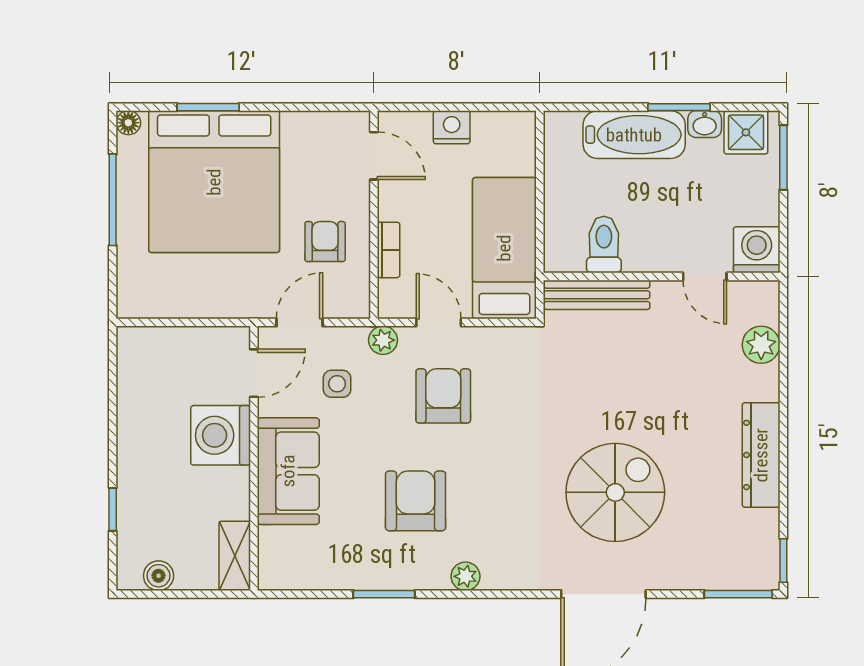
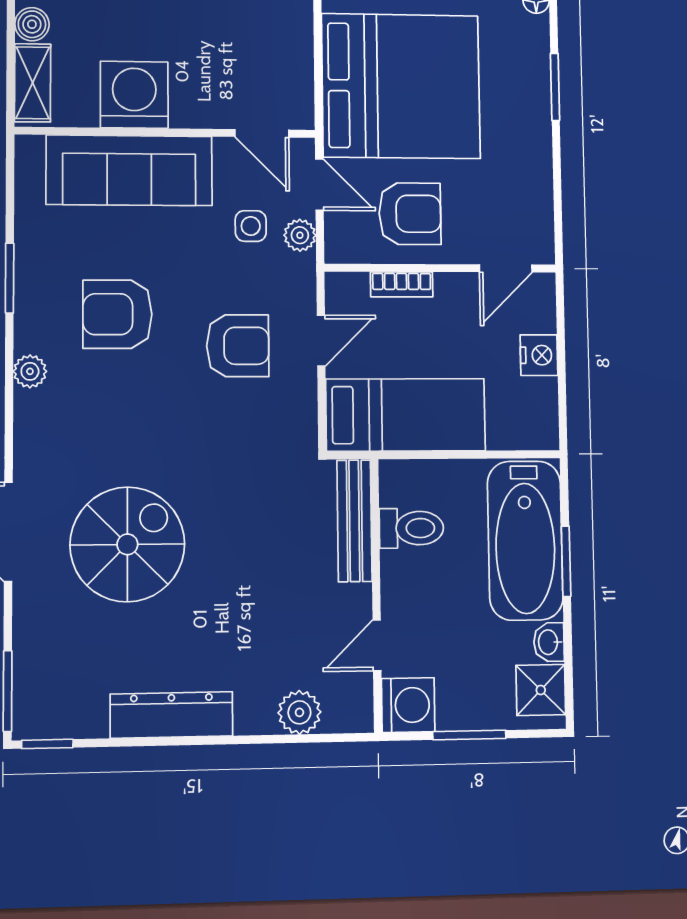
window: (679, 107) -> (566, 561), moved
bathtub: (634, 135) -> (525, 540), width x1.36, depth x1.36
window: (783, 157) -> (469, 735), moved
bed: (214, 182) -> (401, 86), moved, turned 180
armchair: (325, 242) -> (410, 214), width x1.38, depth x1.38
plant: (383, 340) -> (300, 235), moved
washing machine: (221, 435) -> (134, 95), moved
sofa: (288, 471) -> (129, 170), width x1.36
spiral stairs: (615, 492) -> (127, 544), turned -90
armchair: (416, 501) -> (117, 314), turned 180
shelving: (235, 556) -> (33, 83), moved, turned 90

